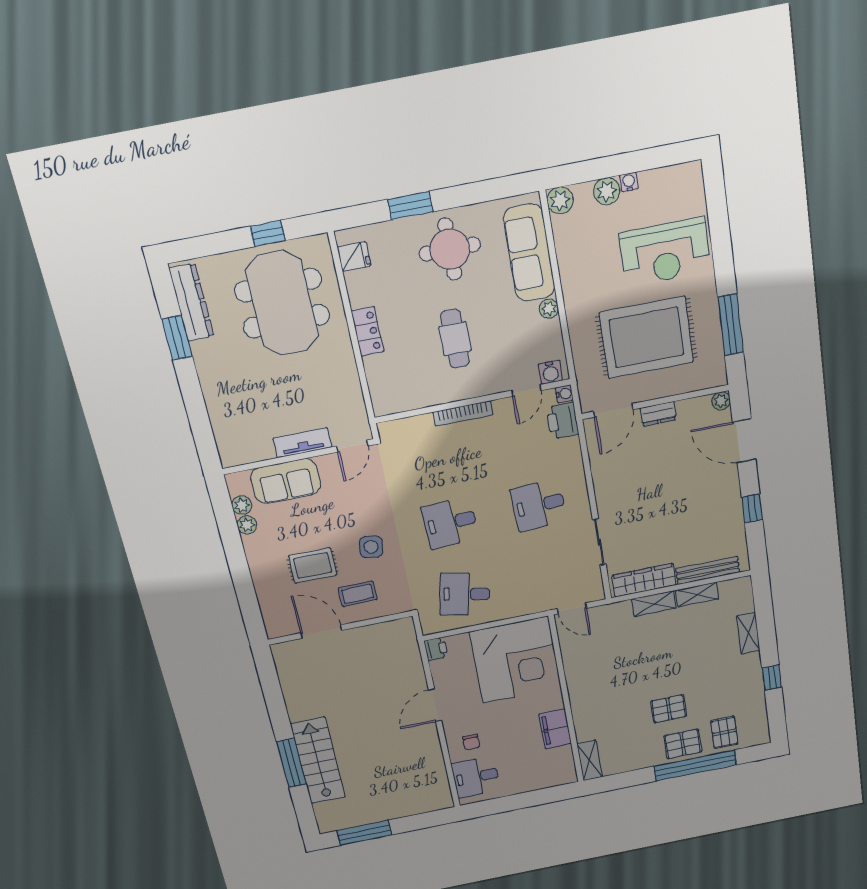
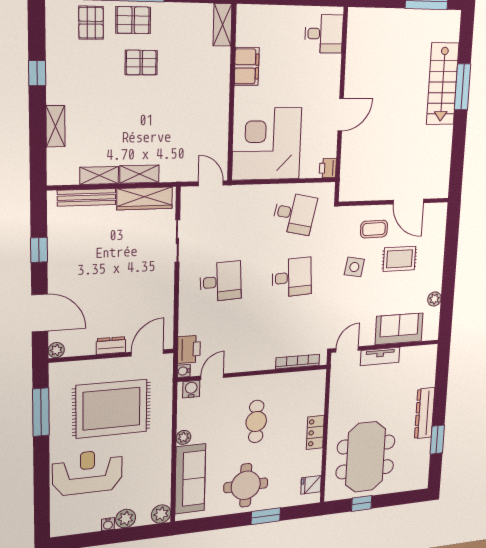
dresser: (191, 302) -> (425, 413), moved
bookcase: (463, 413) -> (298, 362), moved
plant: (242, 505) -> (433, 315), removed
chair: (471, 742) -> (320, 71), removed

